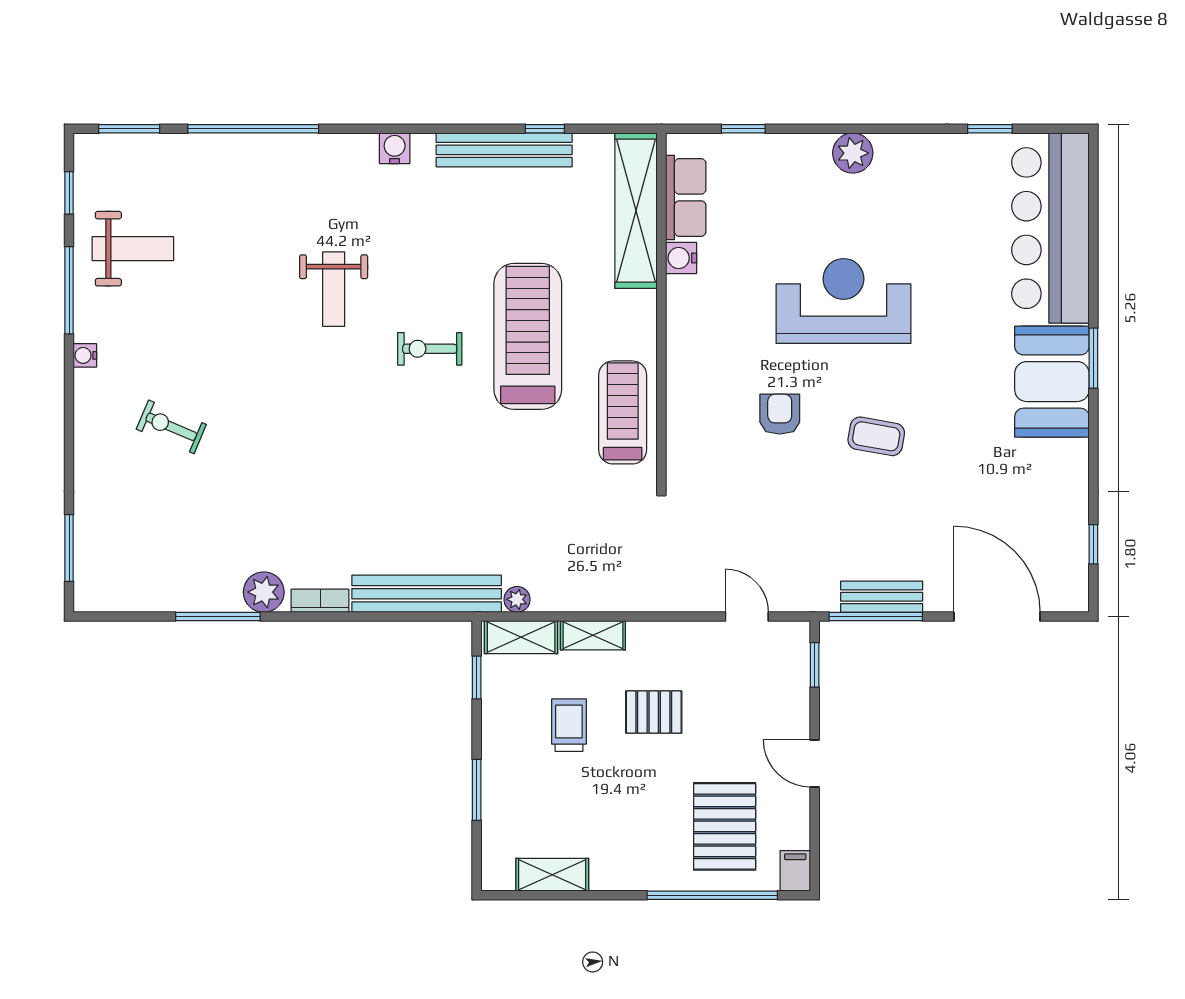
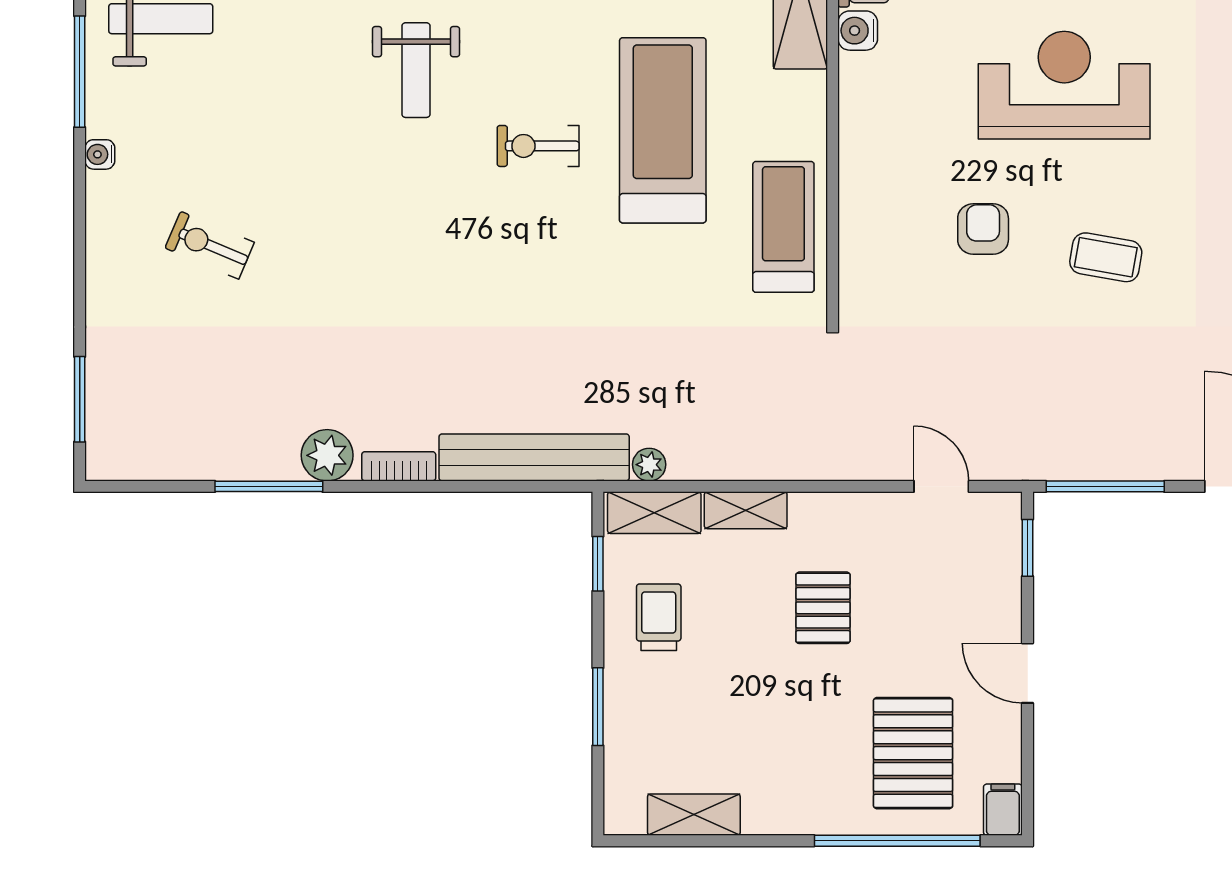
bench: (882, 597) -> (1113, 461), removed
pallet: (654, 712) -> (823, 608), turned 90
trolley: (569, 725) -> (659, 617), moved

